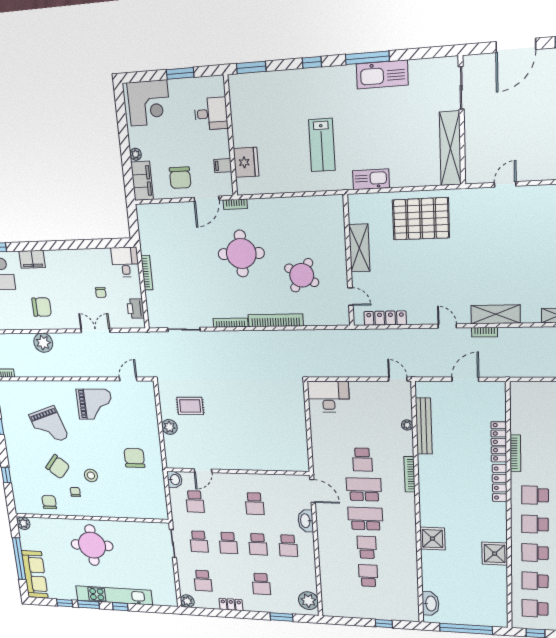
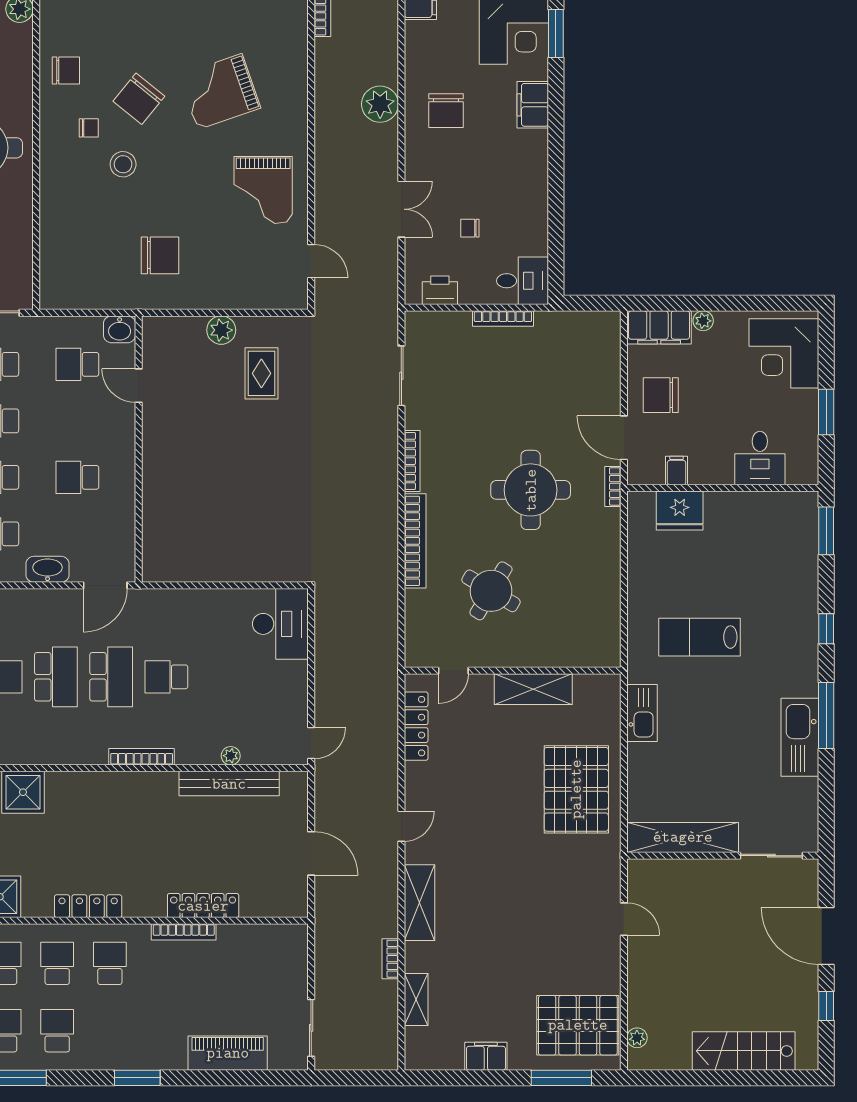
bookcase: (484, 332) -> (390, 959), moved
locker: (500, 483) -> (88, 906), moved

